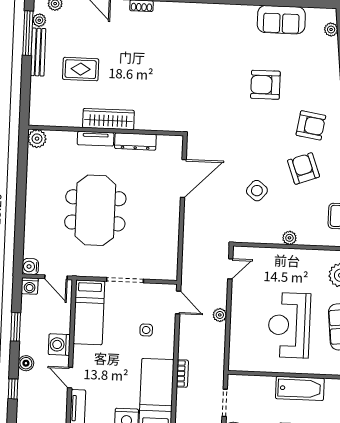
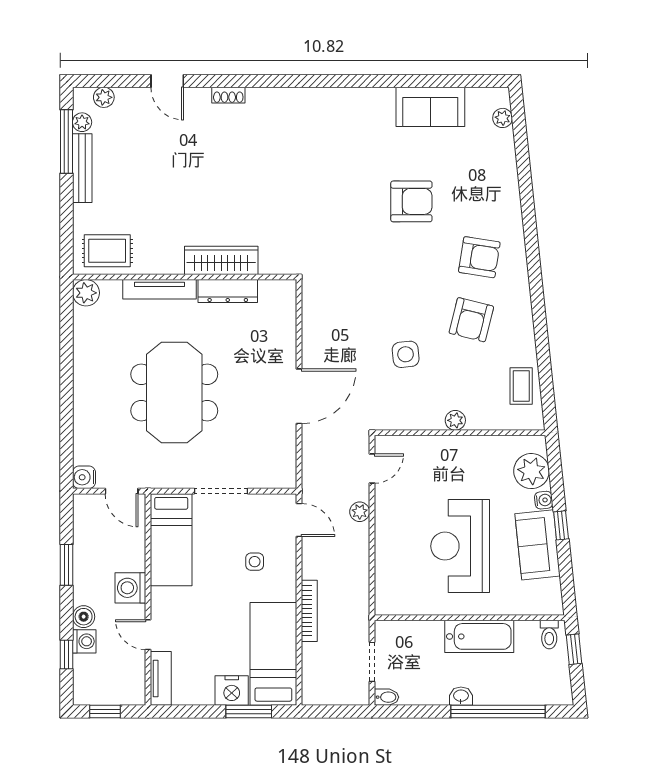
rug: (81, 69) -> (107, 251), moved
armchair: (265, 85) -> (411, 201), turned 180
wardrobe: (108, 119) -> (221, 260), moved
tv unit: (96, 139) -> (160, 289), width x1.41
armchair: (304, 168) -> (471, 320), turned -146
door: (183, 178) -> (299, 396), moved
side table: (257, 191) -> (406, 354), turned 45
washing machine: (30, 286) -> (84, 641), moved, turned -90
plant: (220, 315) -> (360, 512), moved
bookcase: (182, 373) -> (309, 611), width x1.56

